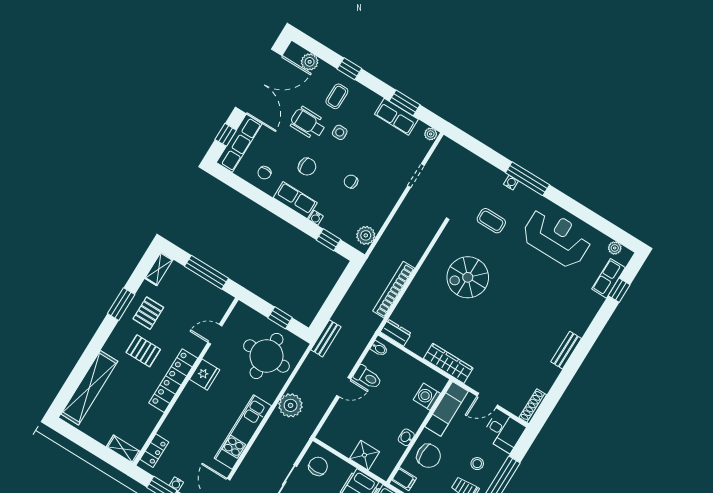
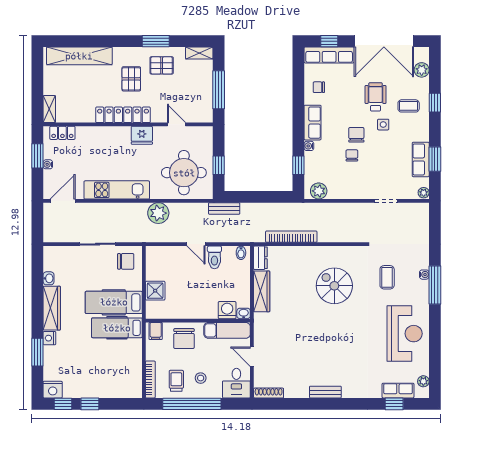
chair: (307, 167) -> (356, 135), moved, turned 180
wardrobe: (448, 363) -> (262, 291), moved
washbasin: (406, 437) -> (244, 313), moved

